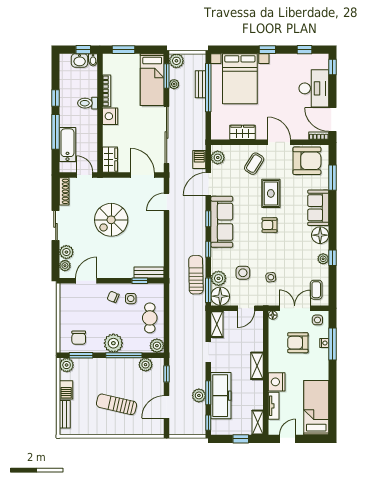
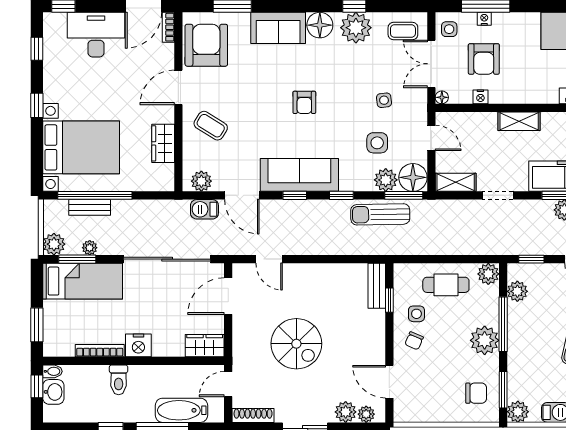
rug: (271, 193) -> (256, 100), removed
plant: (323, 259) -> (356, 28), width x1.88, depth x1.88
nightstand: (277, 382) -> (480, 97), moved, width x0.53, depth x0.56

